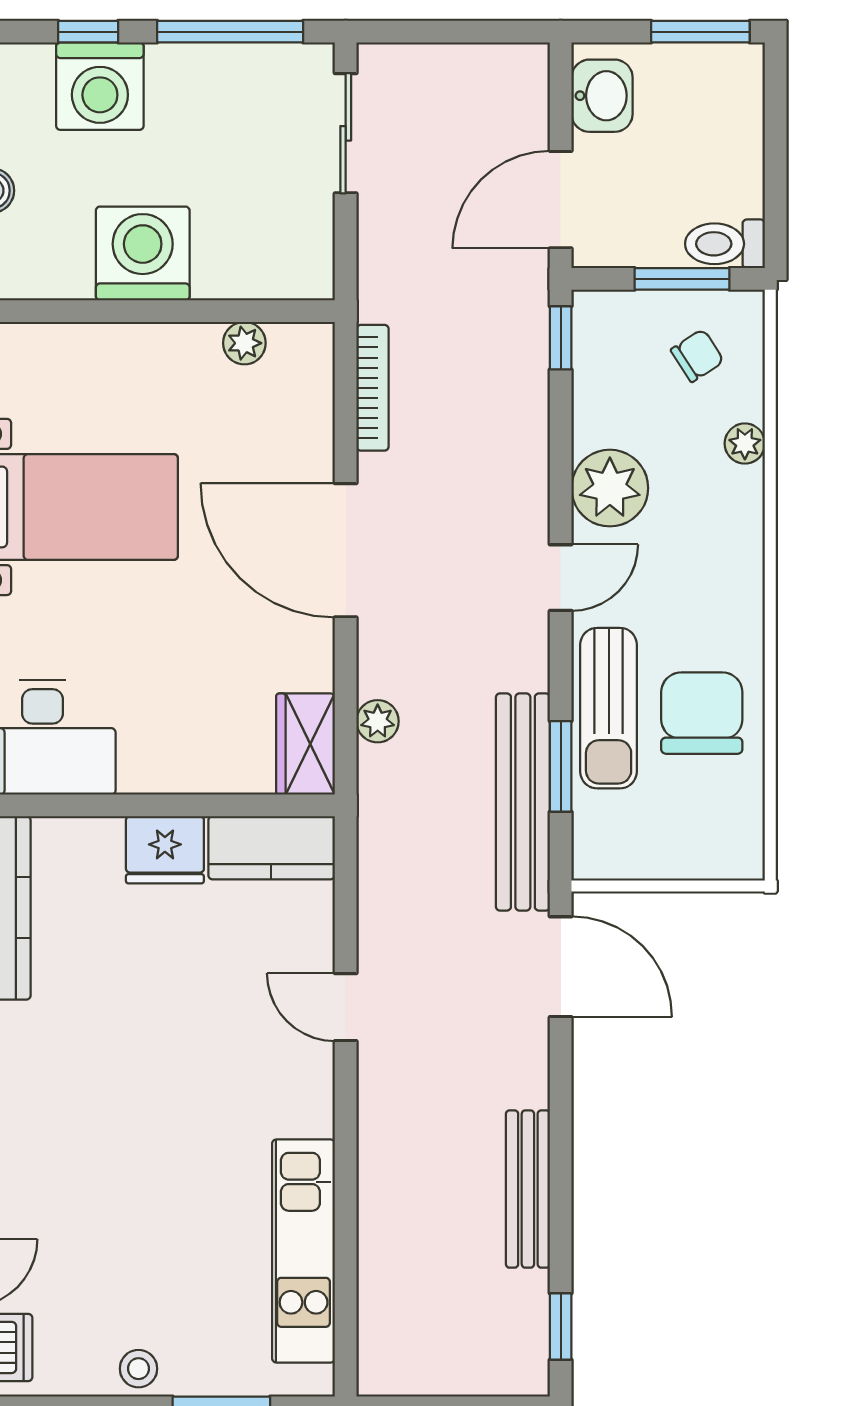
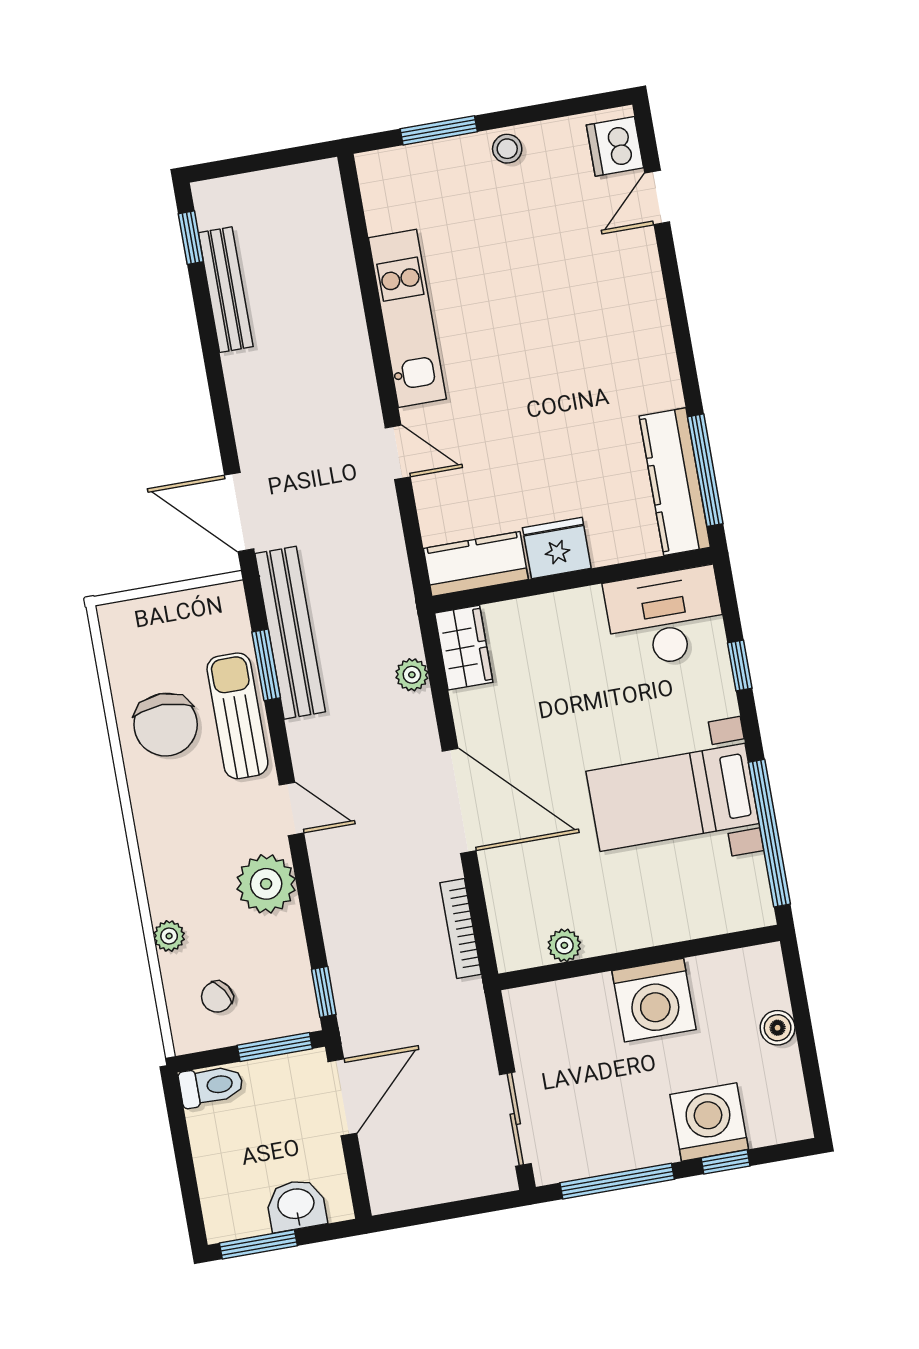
washbasin: (602, 96) -> (296, 1205), moved, turned 90
window: (682, 279) -> (275, 1047), moved
door: (561, 578) -> (292, 809), swing flipped
bench: (528, 1189) -> (226, 290), moved
kitchen unit: (304, 1251) -> (407, 318), moved

